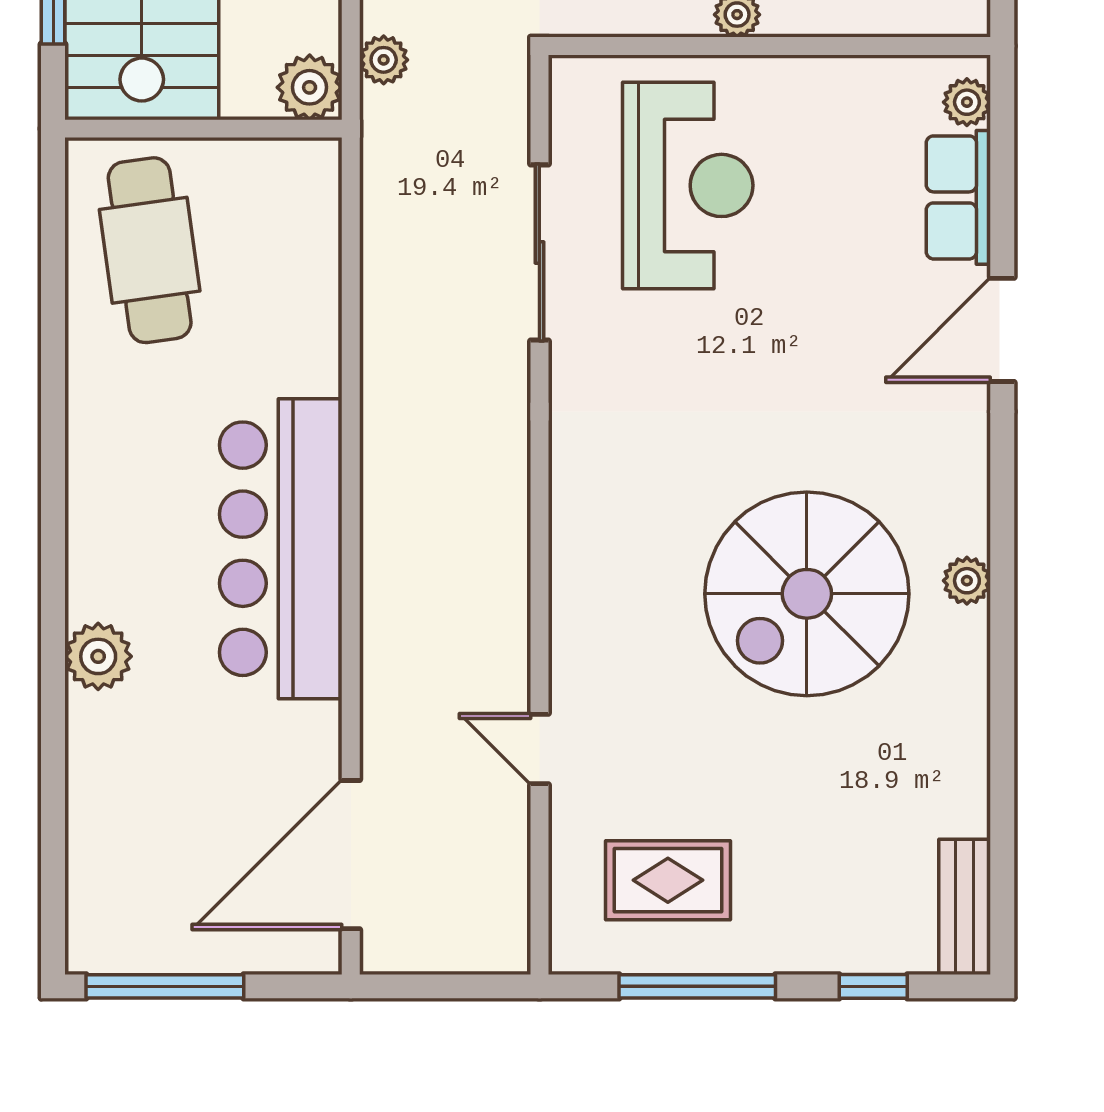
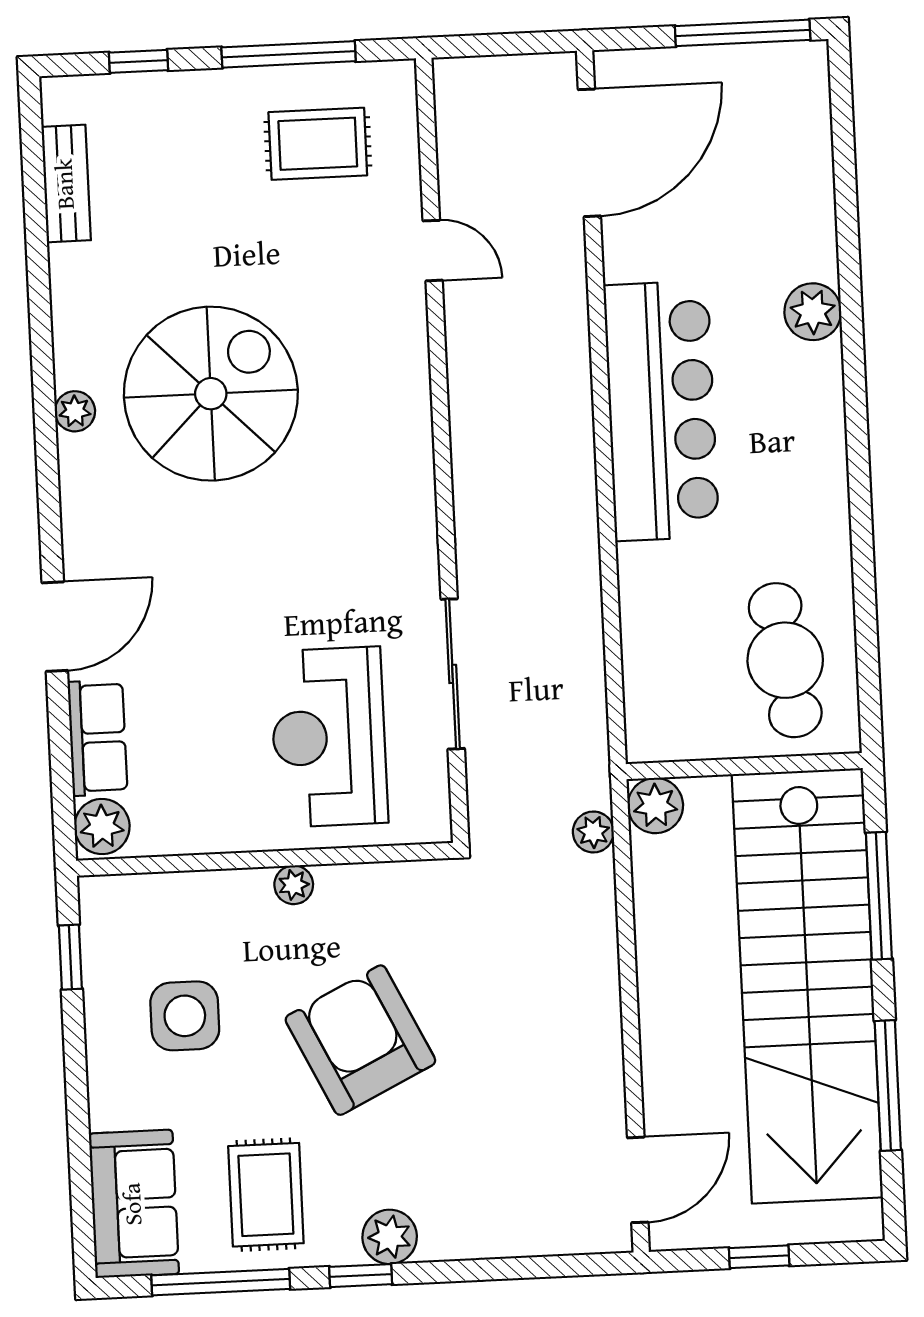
plant: (967, 102) -> (102, 827), width x1.38, depth x1.38
bench: (965, 907) -> (66, 184), moved

